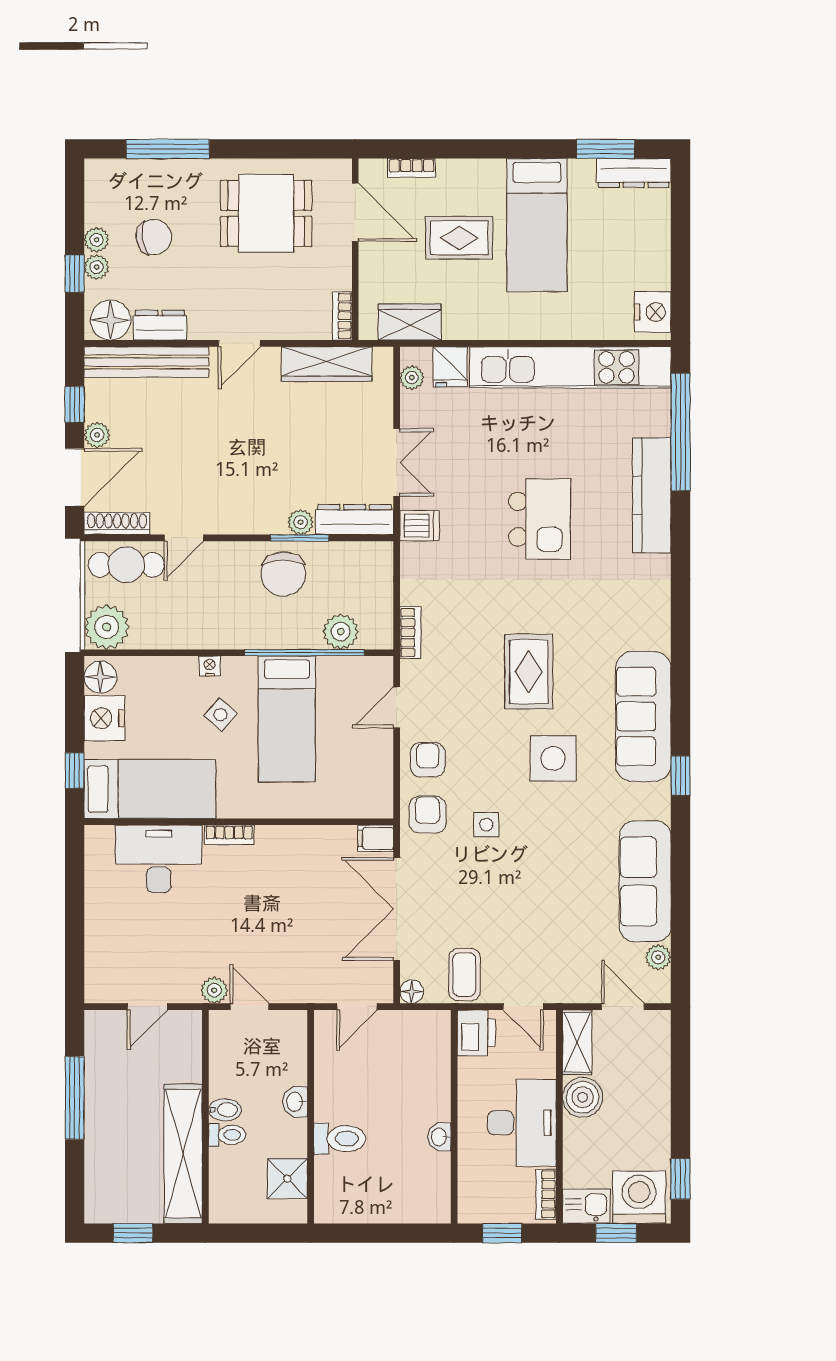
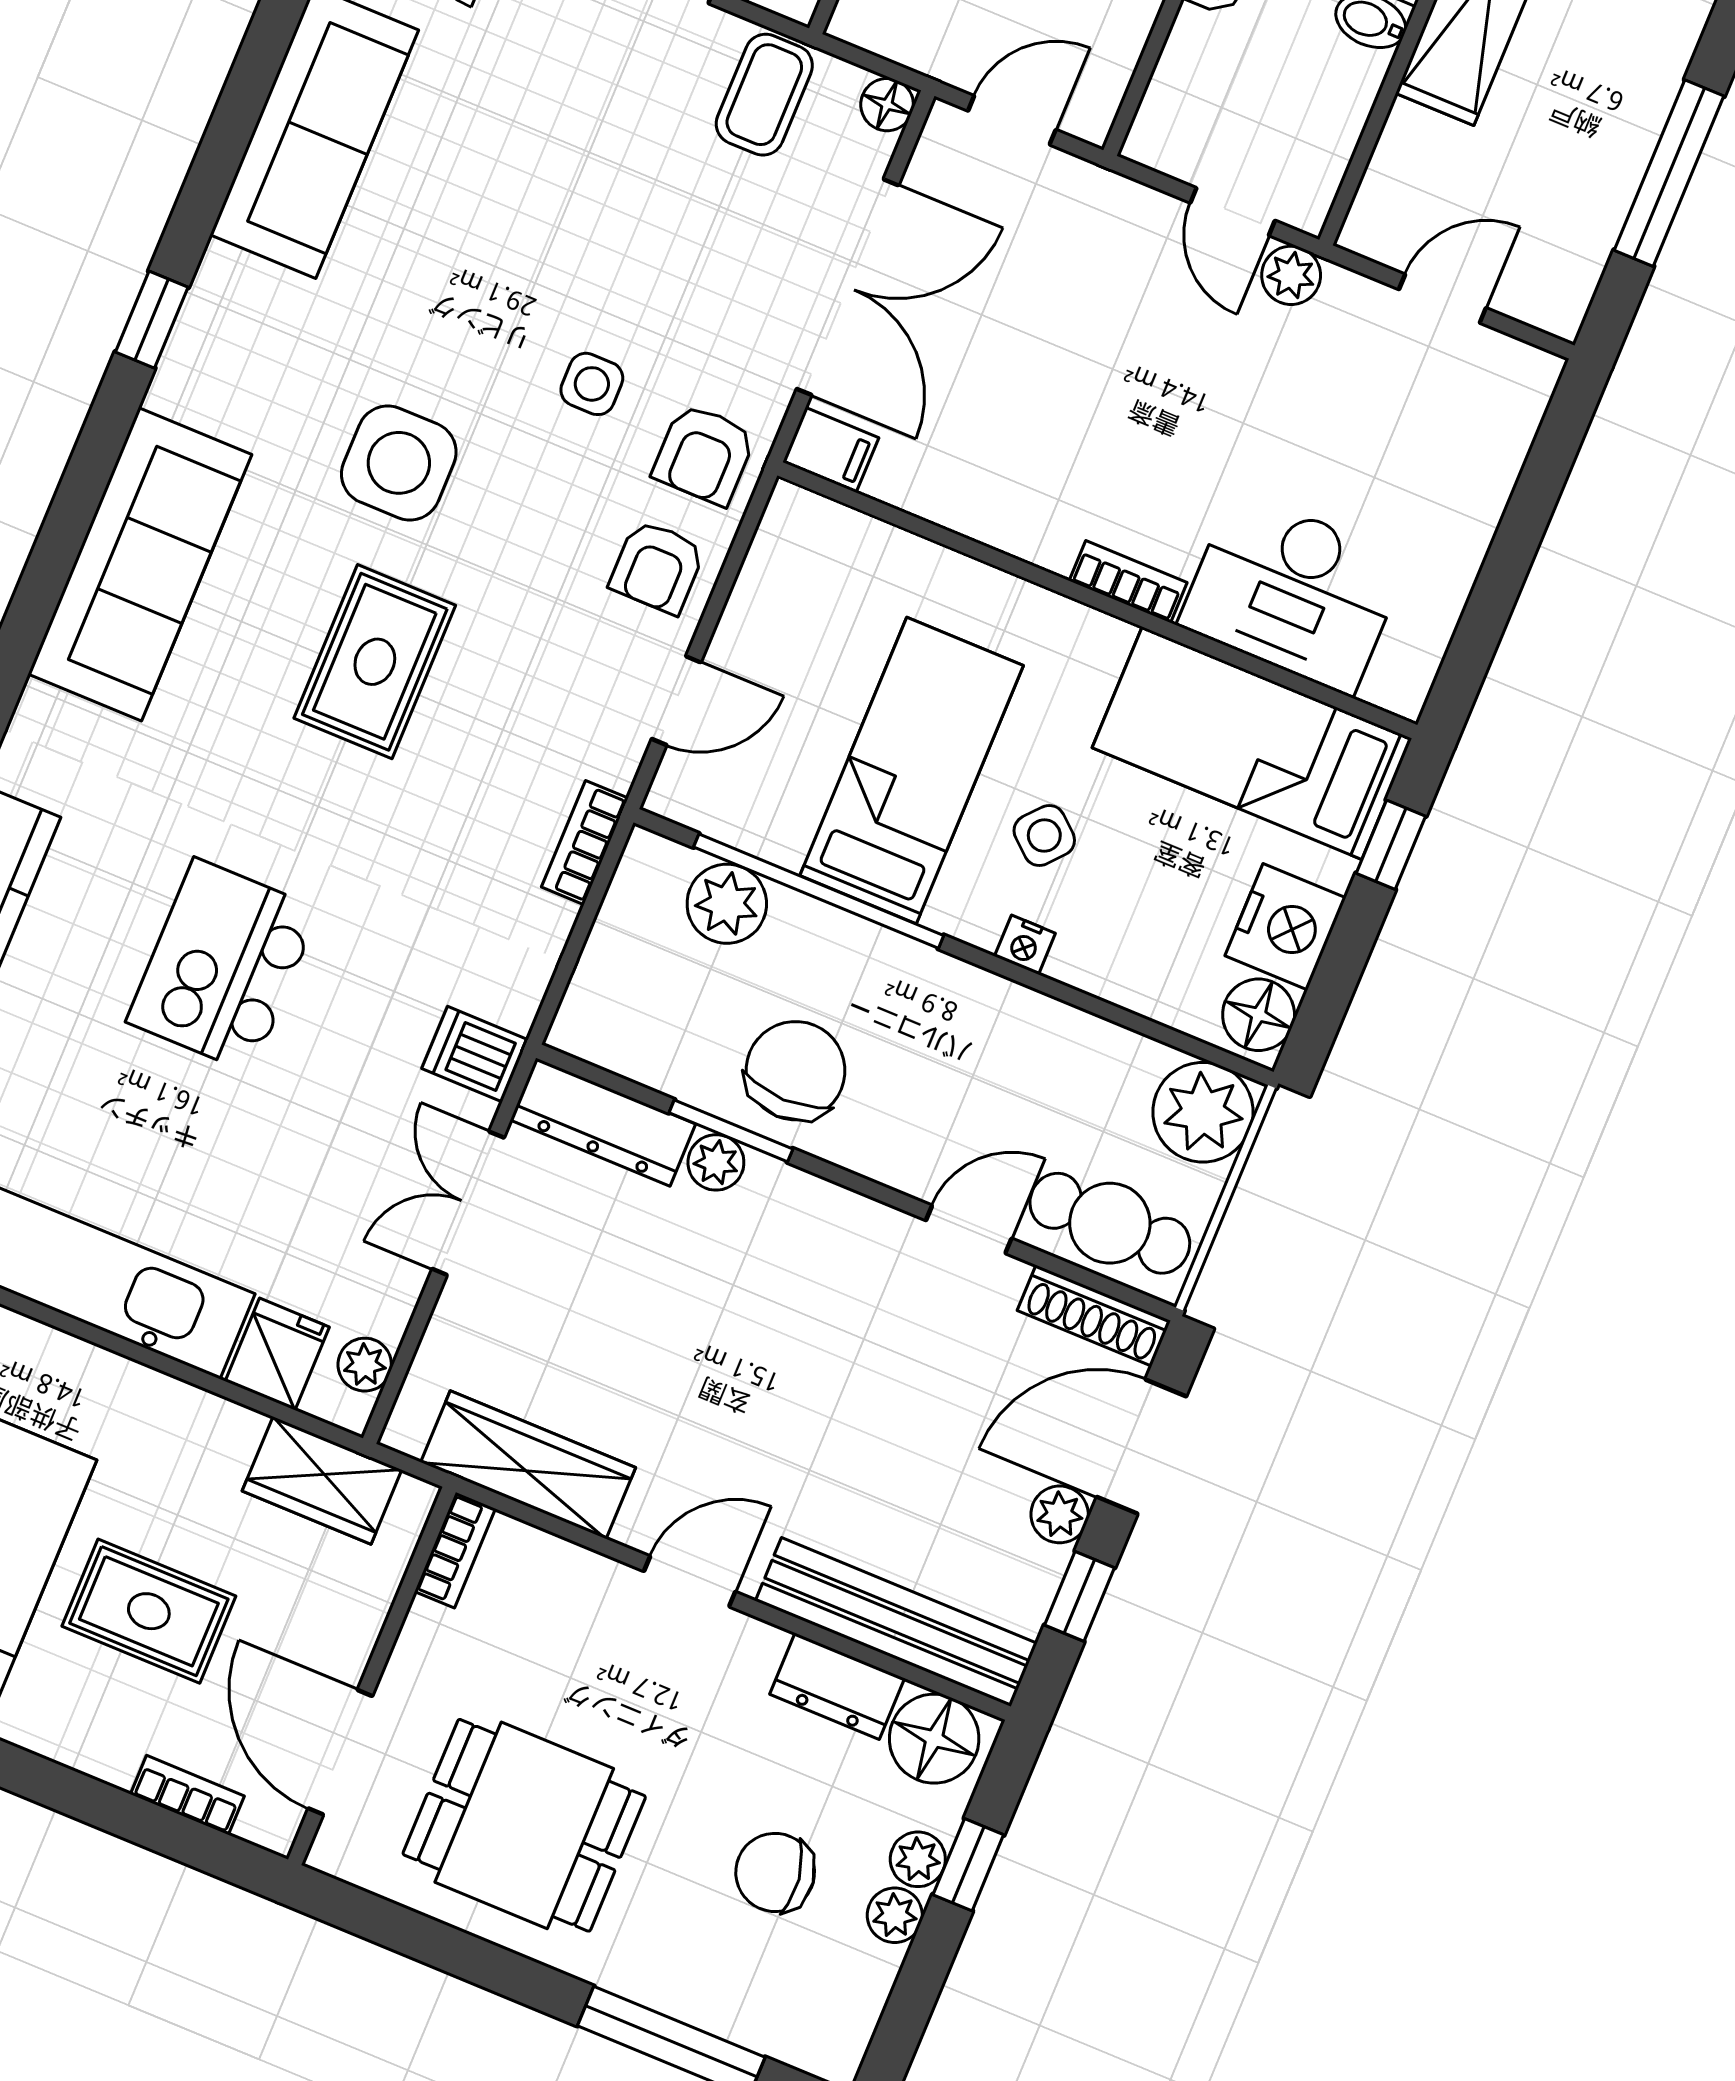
sofa: (643, 716) -> (140, 564), moved

